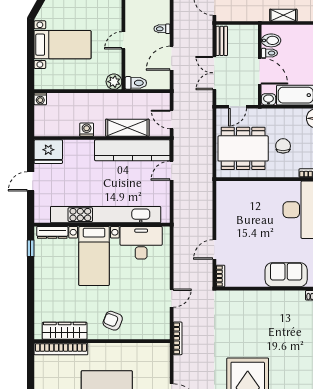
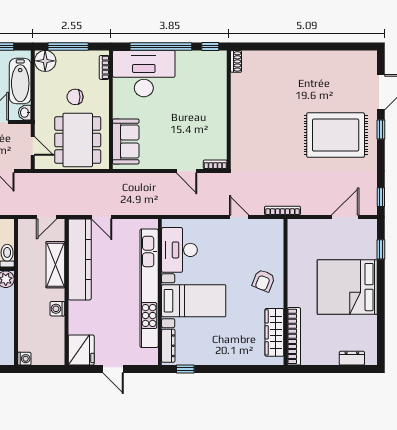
sofa: (286, 275) -> (126, 142), moved, turned 180

